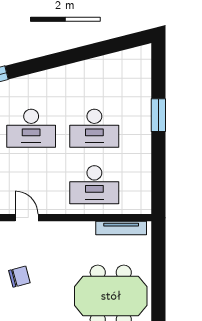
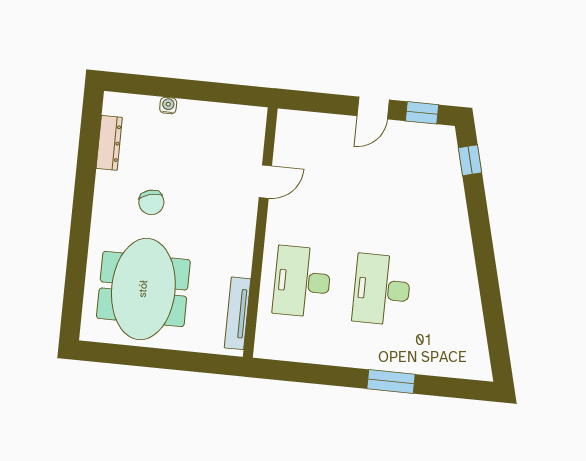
desk: (31, 128) -> (391, 201), removed
chair: (19, 277) -> (151, 202), moved

